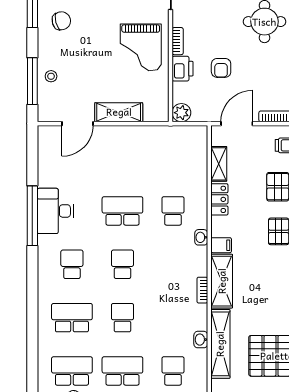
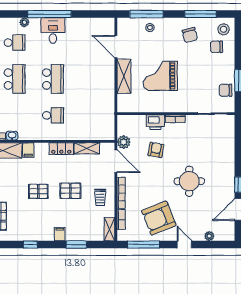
grand piano: (141, 47) -> (160, 76), moved
armchair: (221, 68) -> (156, 150), turned 100
plant: (181, 113) -> (124, 142), moved
desk: (55, 211) -> (53, 31), width x0.73
washbasin: (201, 237) -> (12, 136), moved
plant: (44, 250) -> (24, 22), added
school desk: (122, 264) -> (15, 79), width x1.85

